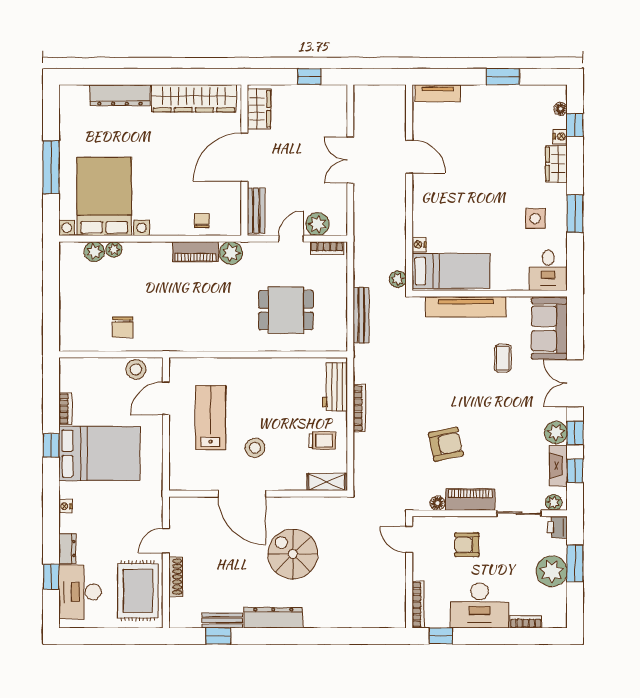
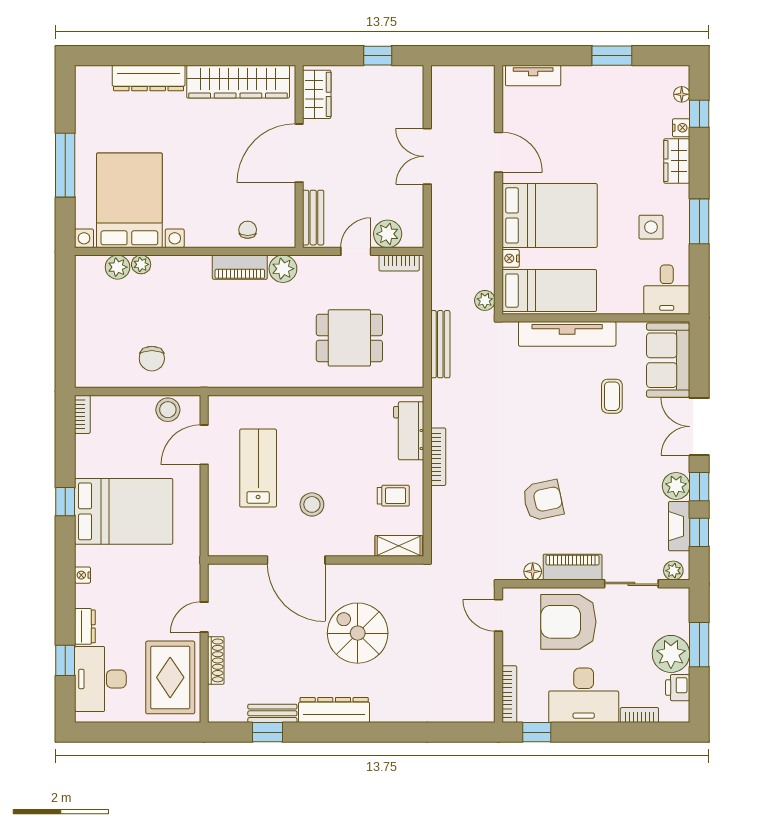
bed: (451, 209) -> (550, 215), added
bookcase: (65, 409) -> (82, 414), moved
printer: (557, 527) -> (678, 688), moved
armchair: (467, 545) -> (568, 622), width x1.88, depth x1.88

